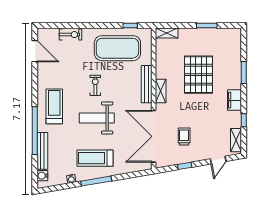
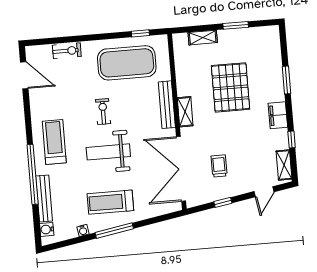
shelving: (167, 33) -> (203, 38), moved

